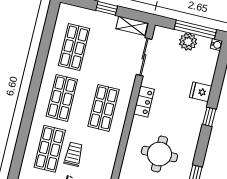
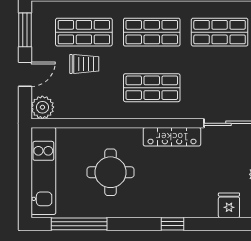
fridge: (201, 92) -> (229, 205), moved
locker: (144, 102) -> (172, 137), width x1.53

